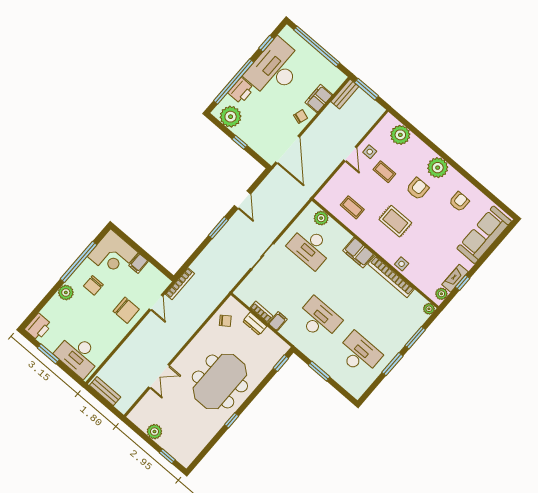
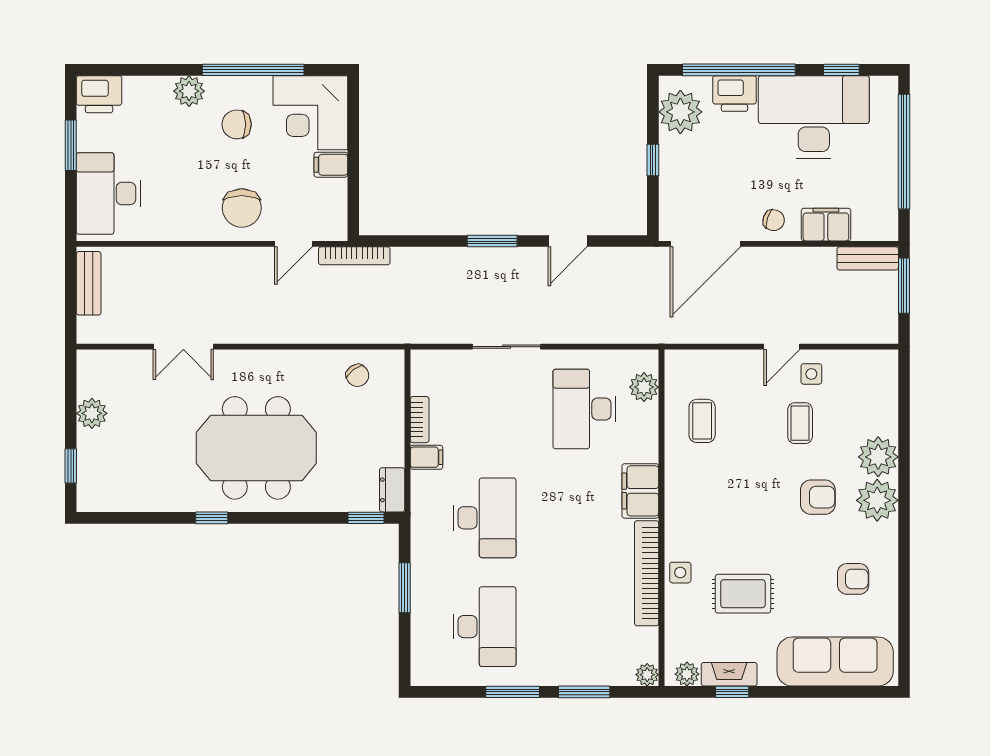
plant: (400, 135) -> (878, 457), moved
rug: (395, 221) -> (743, 594), moved, turned 90
dresser: (255, 324) -> (392, 490), moved

